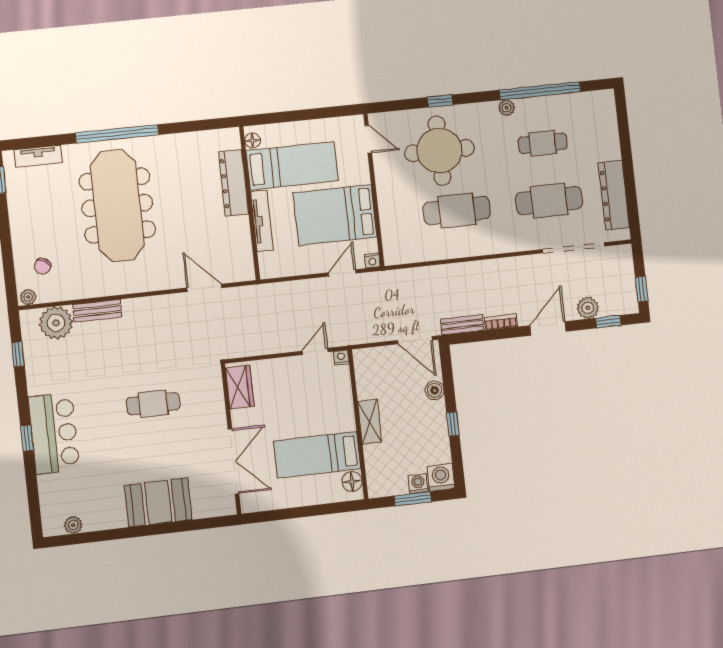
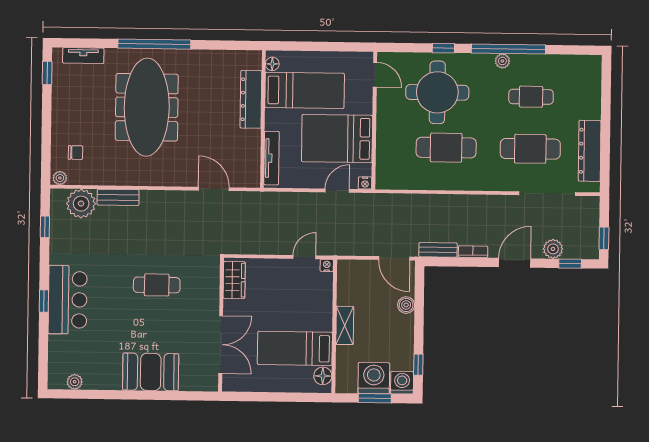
window: (540, 91) -> (508, 49), moved
tv unit: (262, 221) -> (271, 158), moved
chair: (43, 266) -> (75, 153), turned -122
window: (453, 424) -> (418, 365), moved
washing machine: (418, 484) -> (374, 378), width x1.89, depth x1.89

